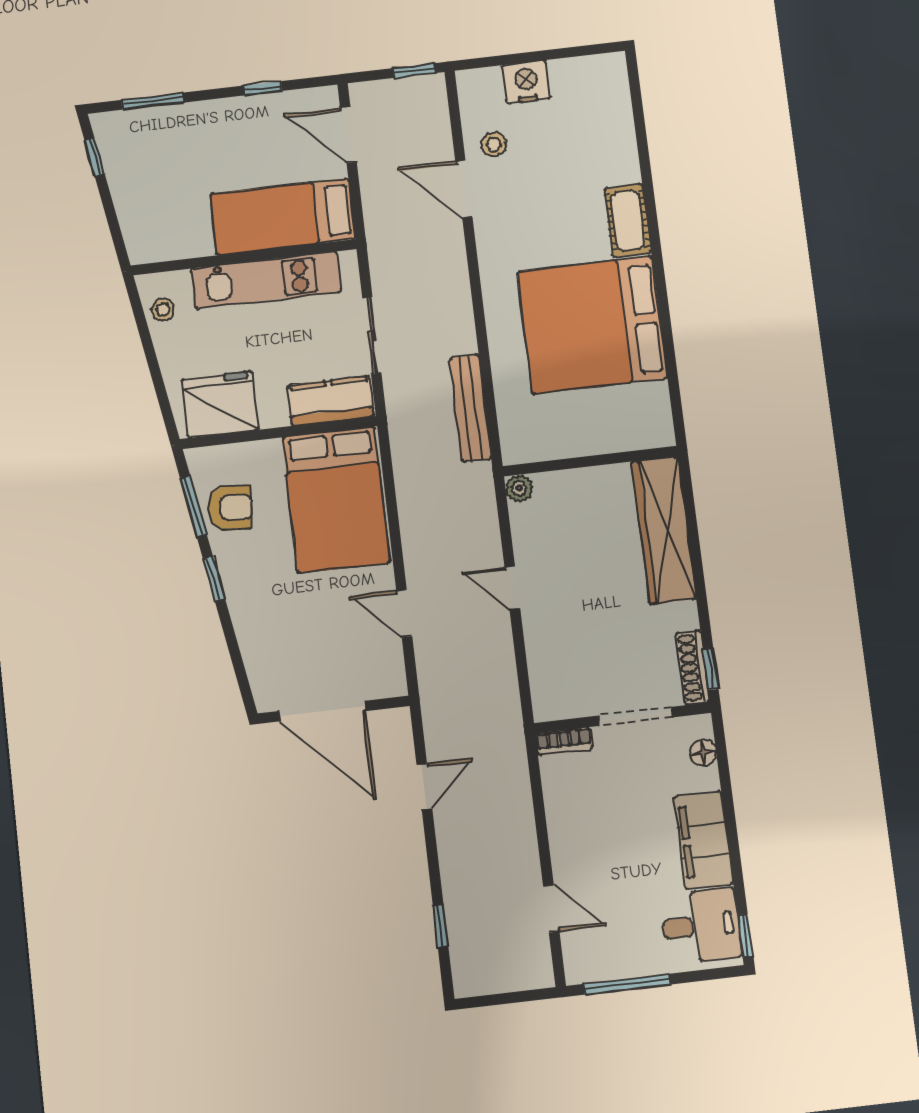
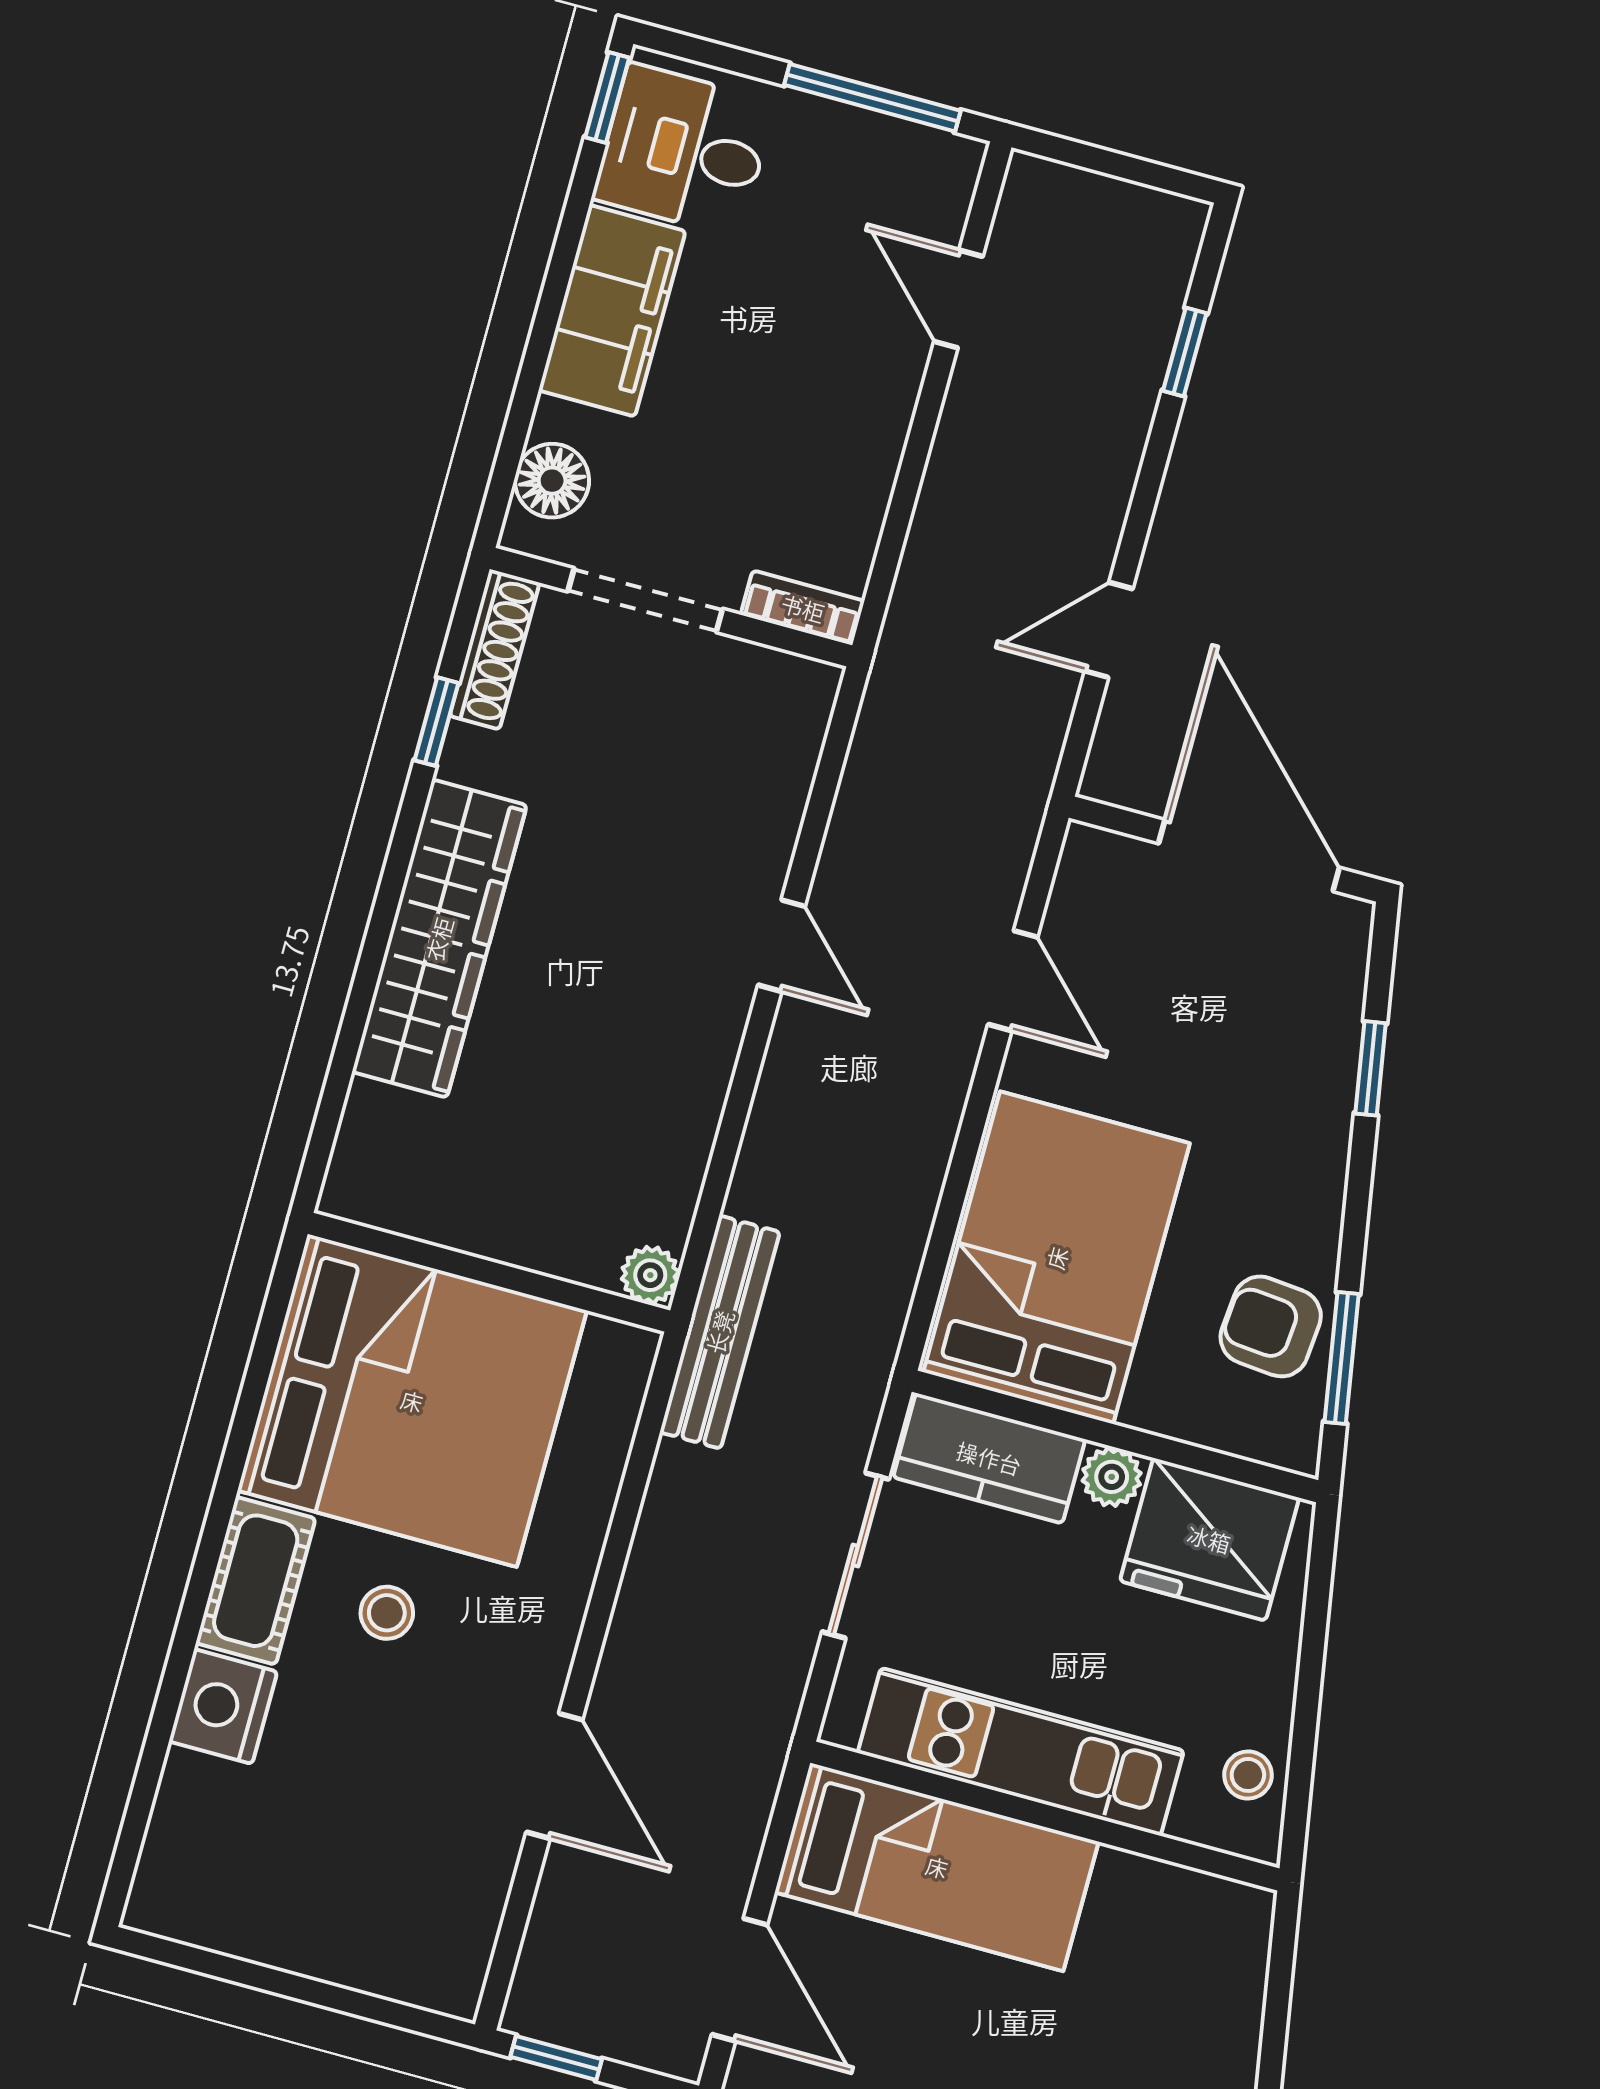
nightstand: (526, 82) -> (223, 1707), moved, turned 90
stool: (494, 144) -> (387, 1613), moved
plant: (274, 414) -> (1112, 1477), added
wall: (590, 461) -> (489, 1272), moved
plant: (519, 488) -> (650, 1275), moved
window: (214, 579) -> (1371, 1068), moved
window: (711, 669) -> (437, 722), moved
floor lamp: (703, 752) -> (552, 481), width x1.37, depth x1.37

